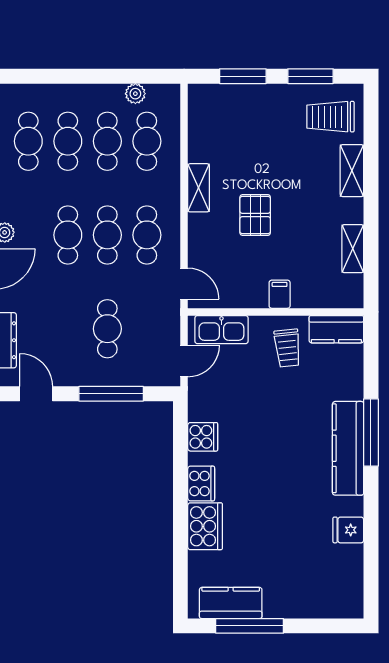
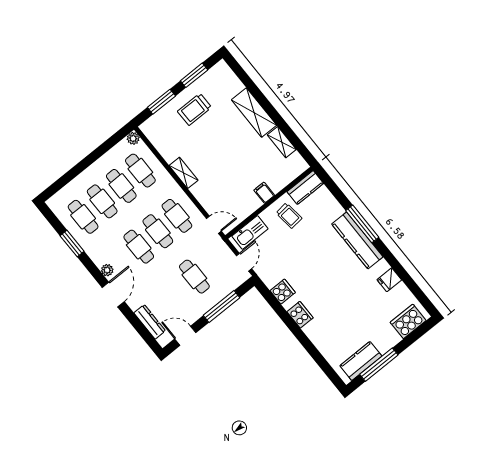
plant: (135, 94) -> (133, 138), moved
trolley: (331, 117) -> (194, 109), moved
shelving: (352, 171) -> (254, 113), width x1.50, depth x1.33
pallet: (255, 215) -> (221, 164), removed
cooker: (205, 526) -> (408, 321), moved, turned -90

